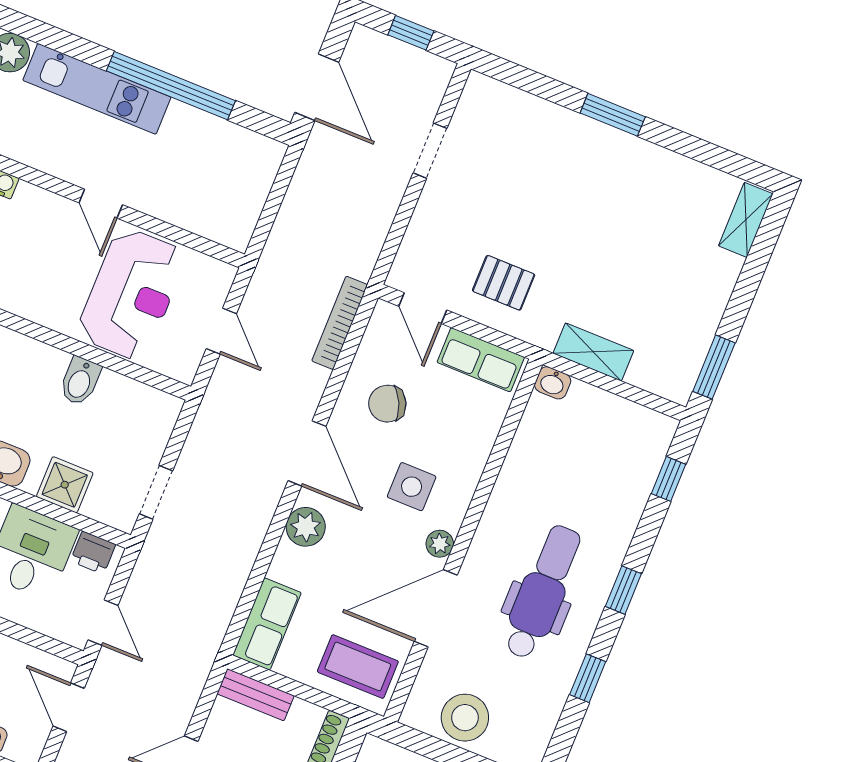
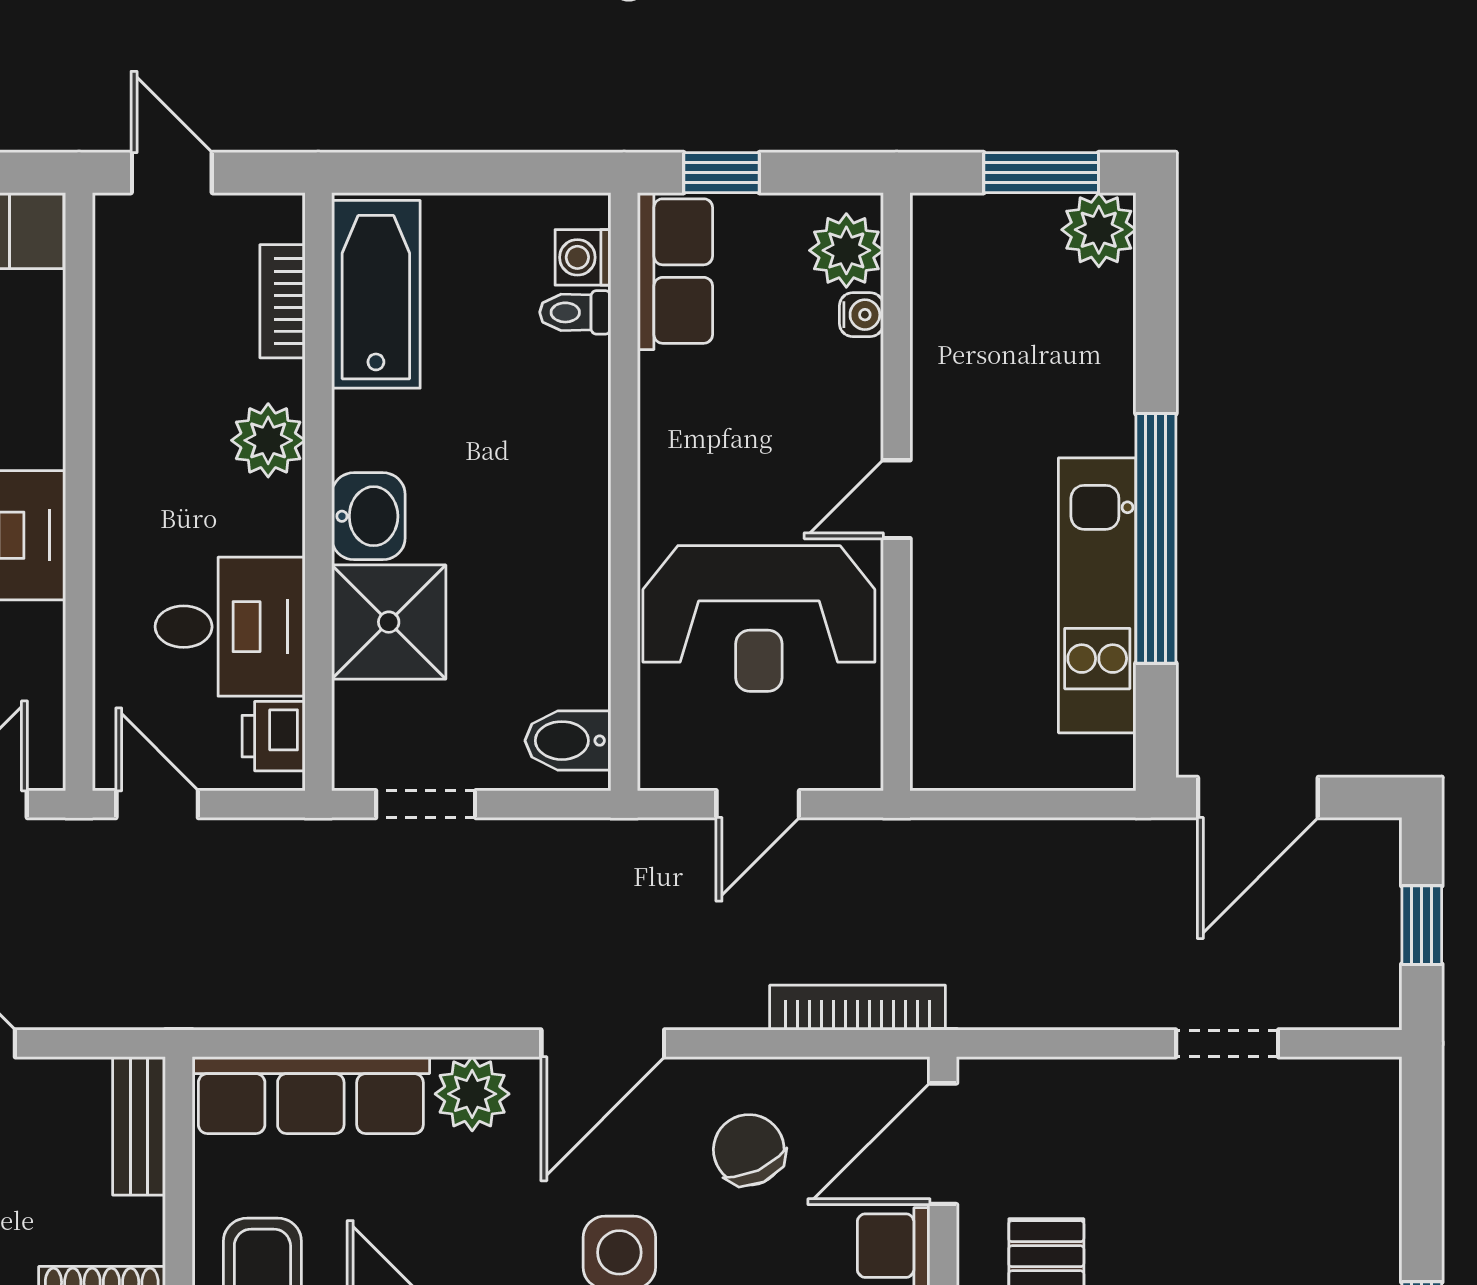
kitchen unit: (97, 89) -> (1097, 595), moved
door: (423, 308) -> (943, 1144), width x1.38
bidet: (80, 381) -> (568, 741), moved
shower: (65, 485) -> (389, 622), width x1.36, depth x1.36
door: (103, 623) -> (157, 804), swing flipped
row of seats: (267, 624) -> (311, 1095), width x1.48

